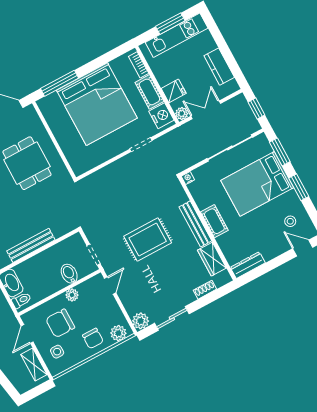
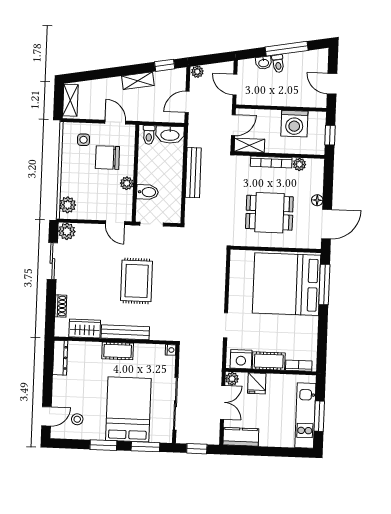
kitchen counter: (219, 67) -> (241, 437), moved
bed: (97, 104) -> (287, 284), moved
chair: (60, 323) -> (107, 158), turned -90
chair: (93, 338) -> (76, 179), removed
shelving: (34, 365) -> (70, 100), moved, turned 90

